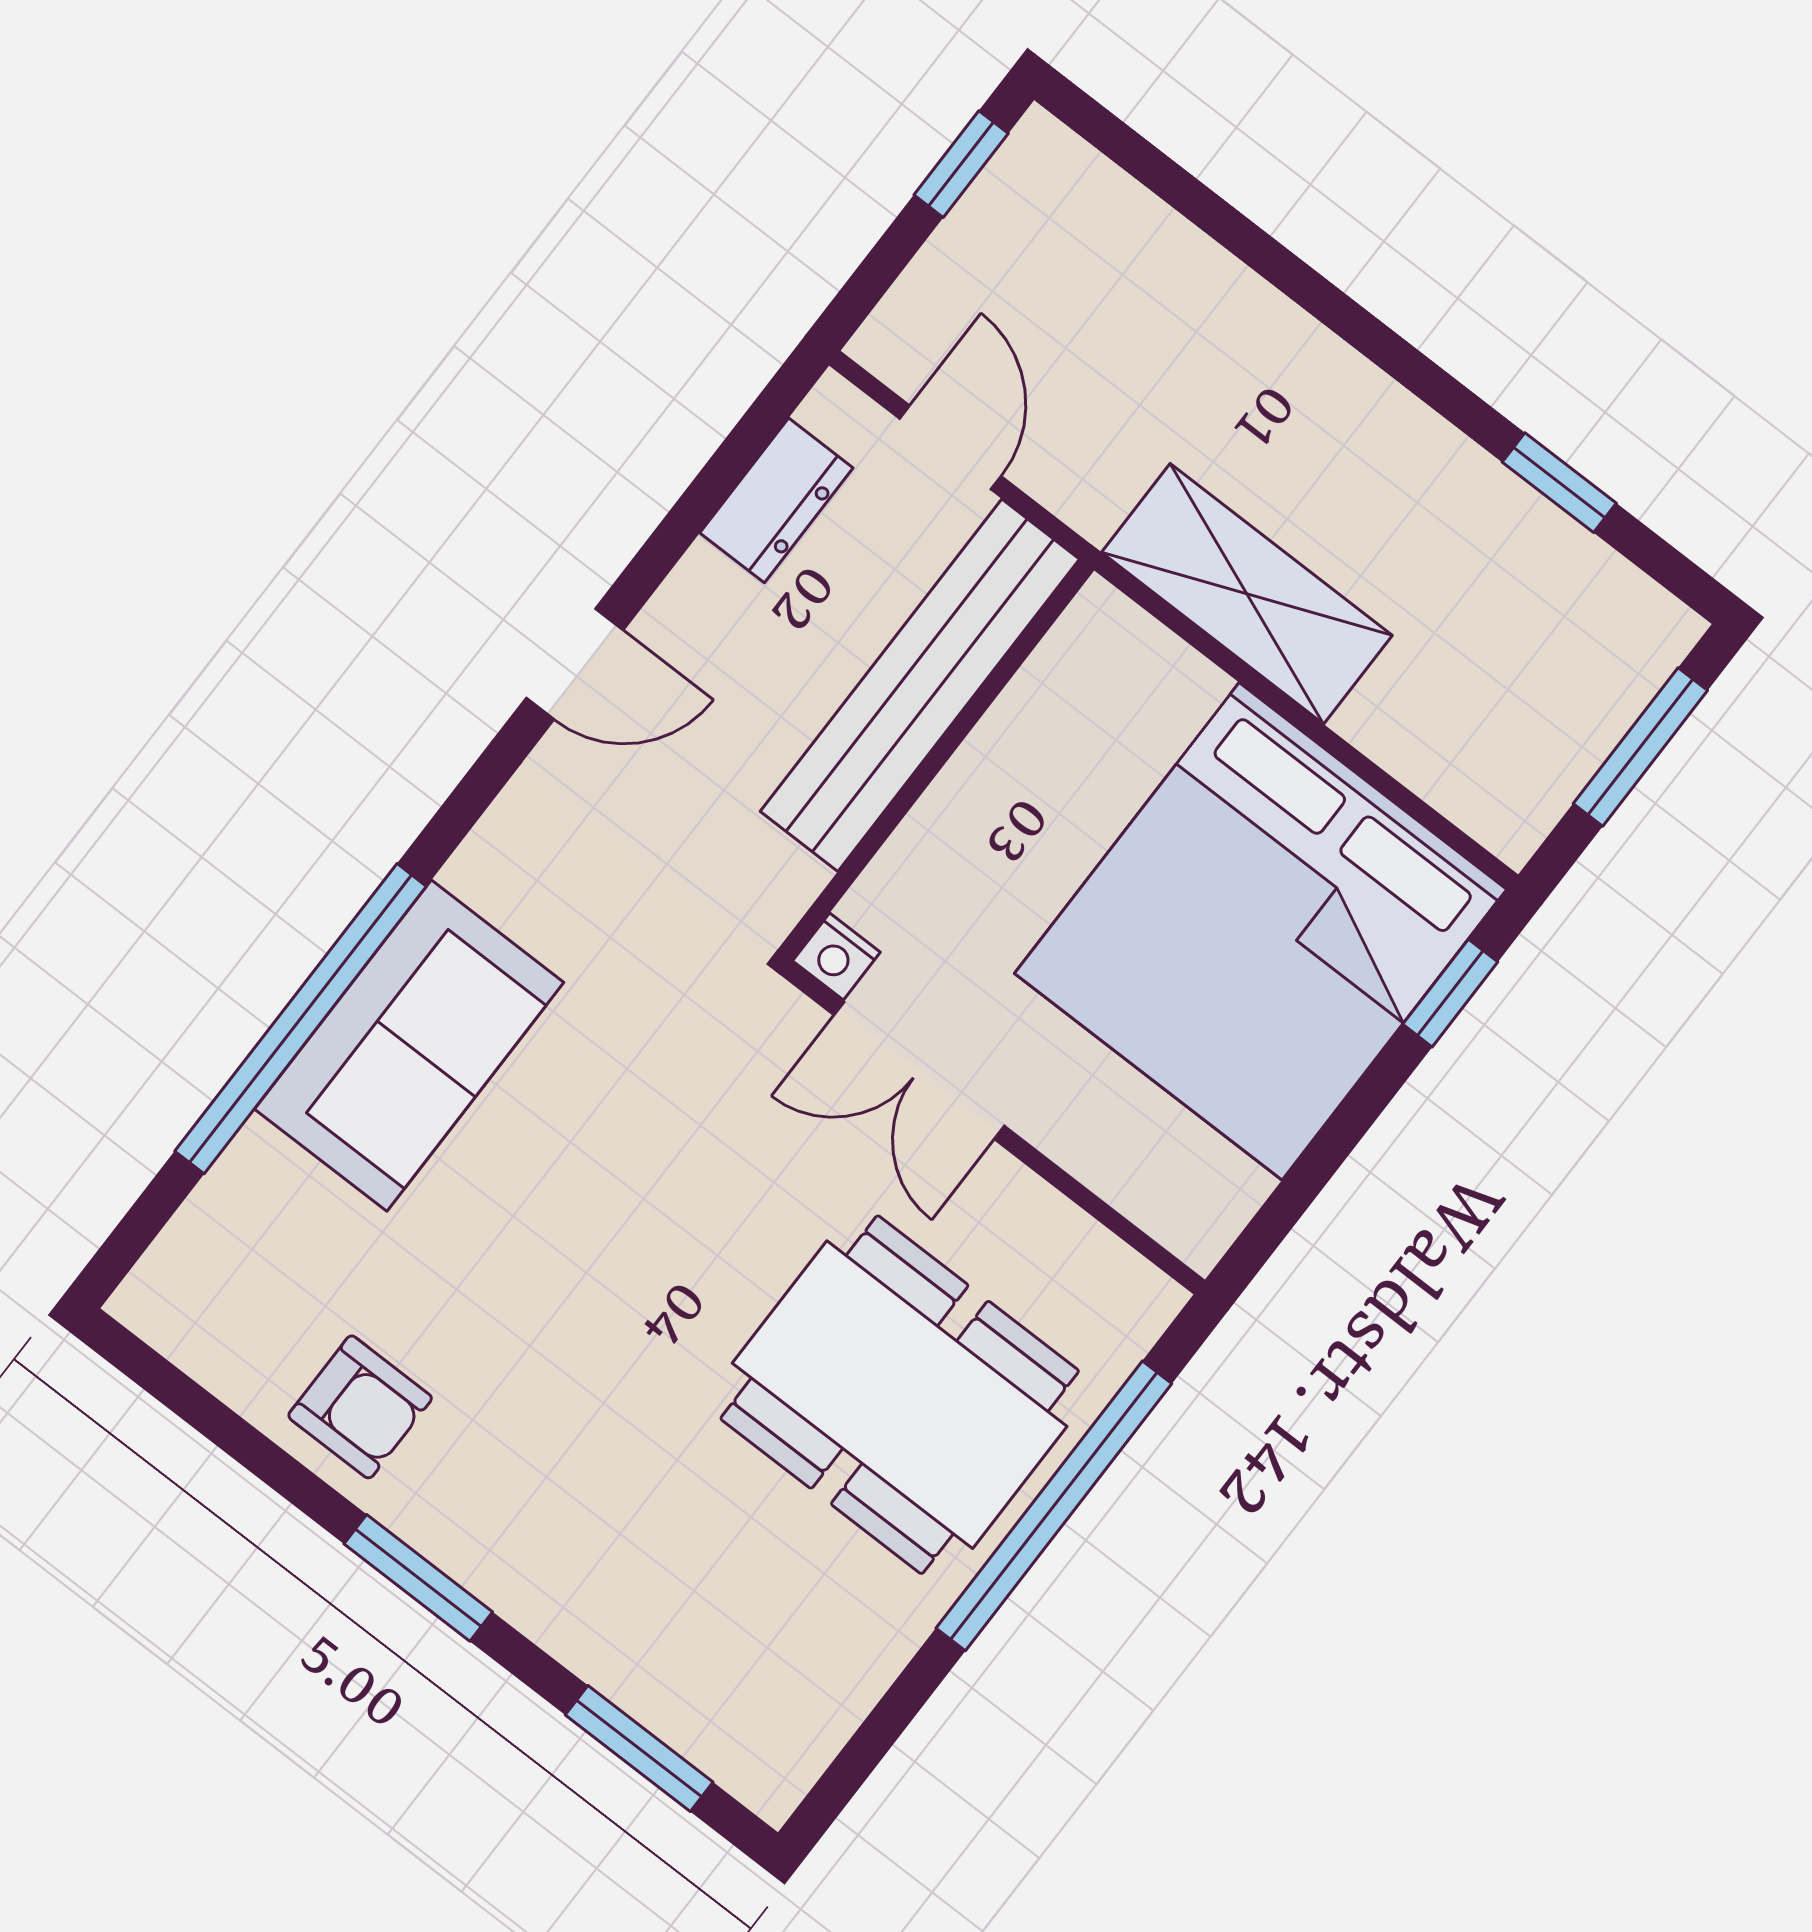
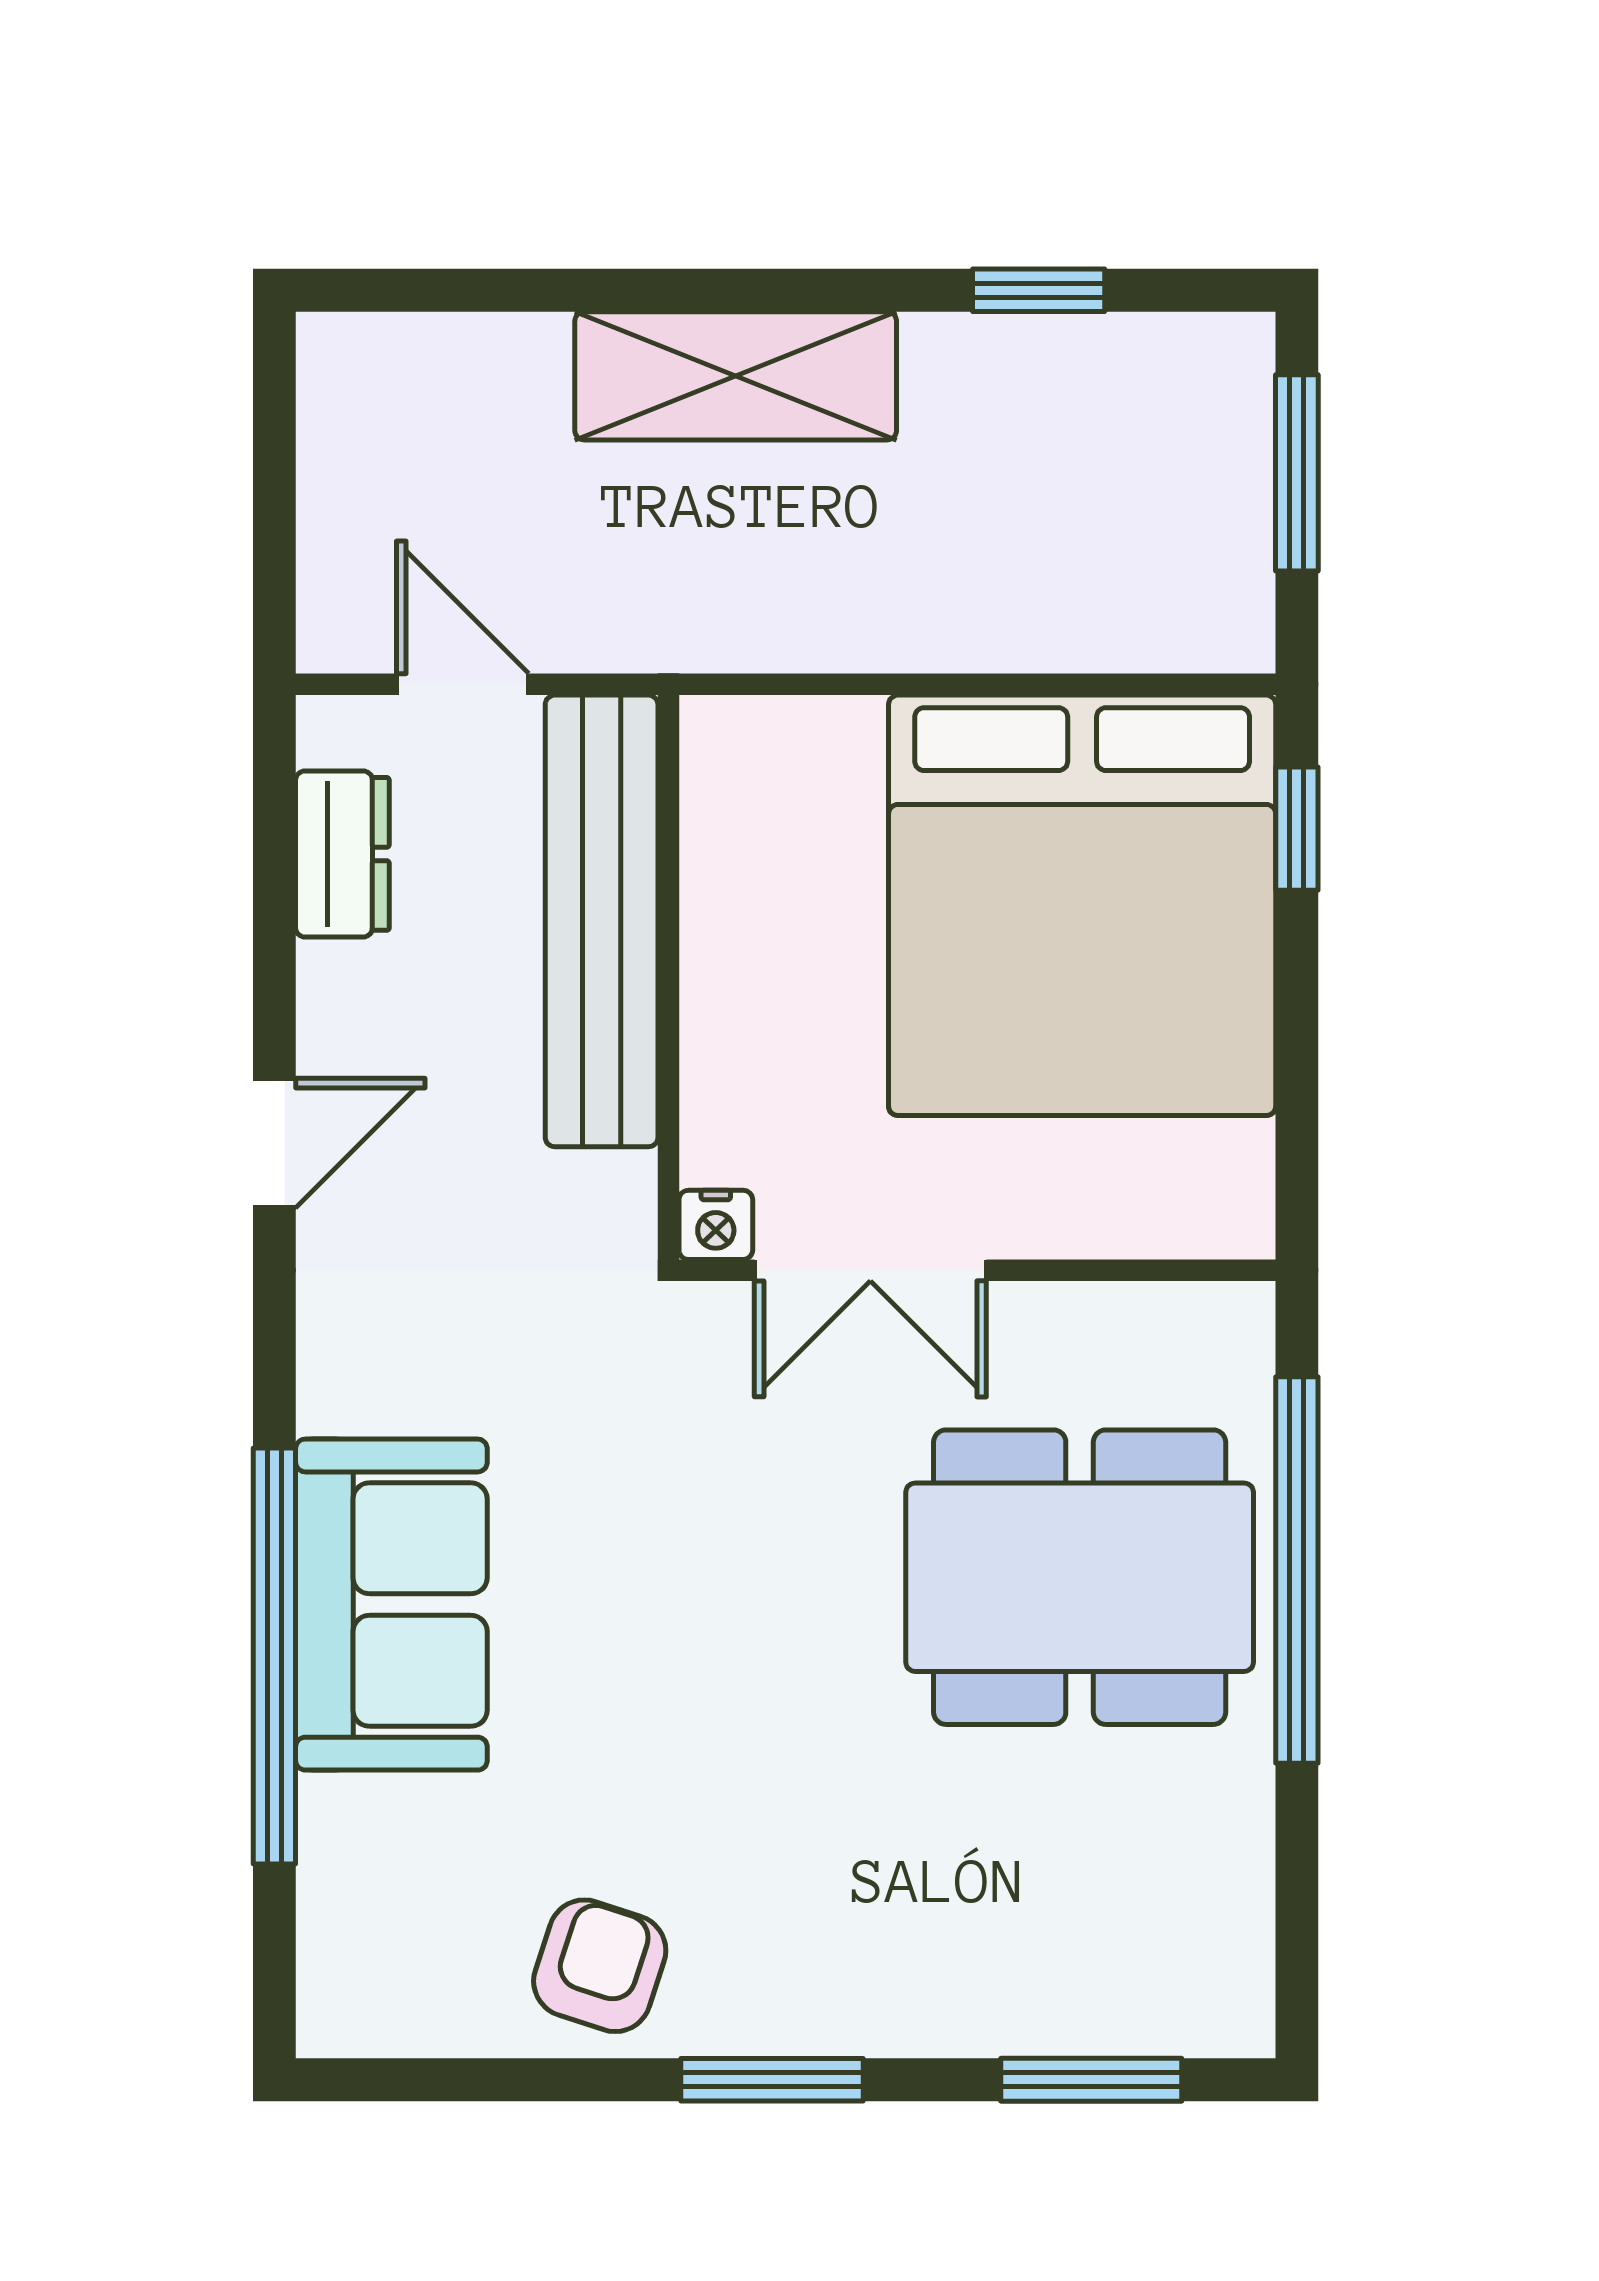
window: (961, 164) -> (274, 420), removed
shelving: (1247, 594) -> (736, 376), moved
armchair: (360, 1407) -> (600, 1966), turned -72

